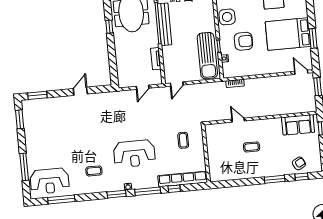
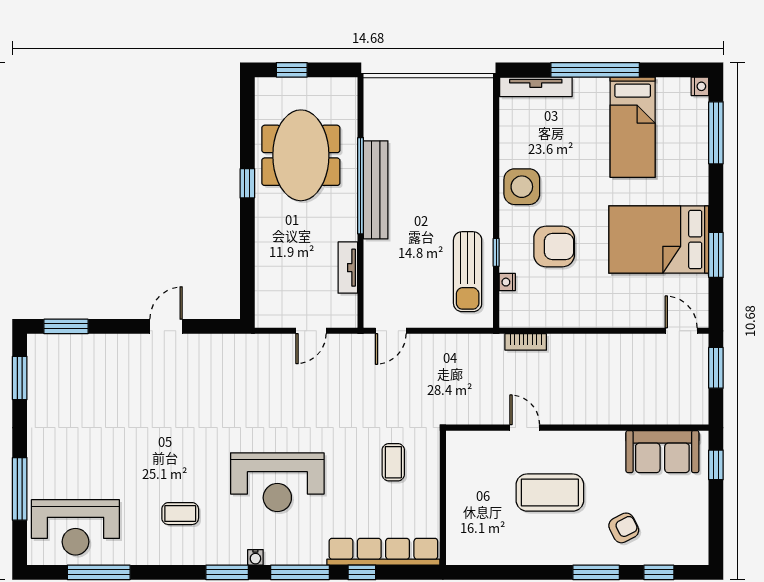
sun lounger: (207, 56) -> (468, 272), width x0.73, depth x0.75
coffee table: (252, 147) -> (550, 493), width x1.86, depth x1.72
armchair: (299, 163) -> (624, 528), moved

